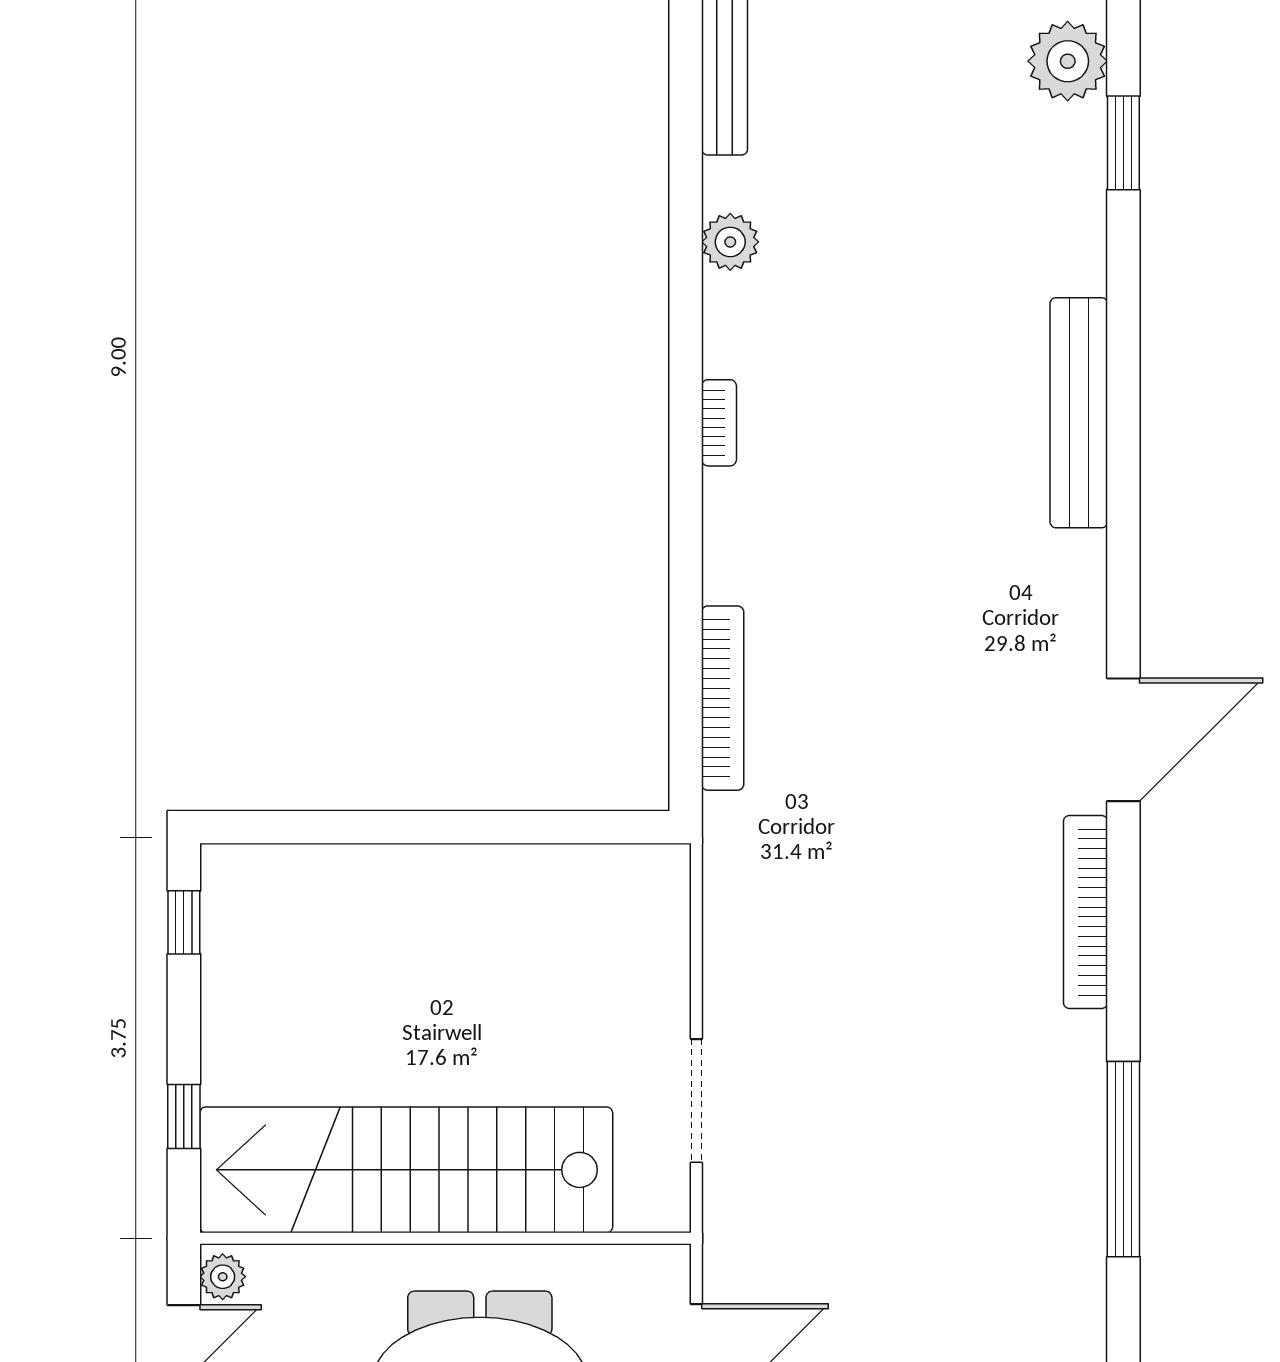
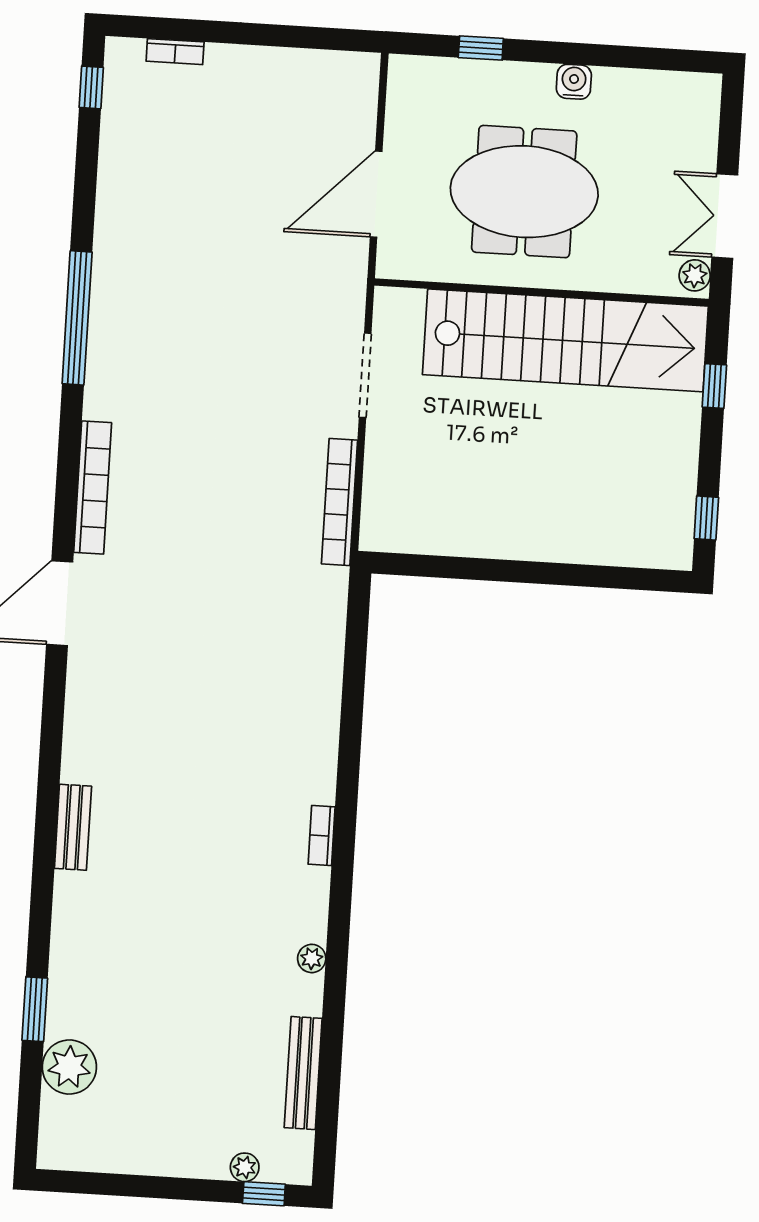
plant: (730, 242) -> (312, 958), width x0.73, depth x0.73
bench: (1079, 413) -> (73, 827), width x0.54, depth x0.82
bookcase: (723, 698) -> (339, 502), moved

